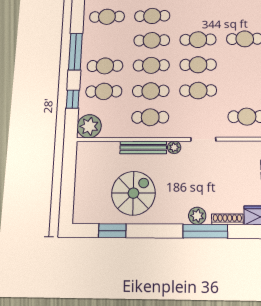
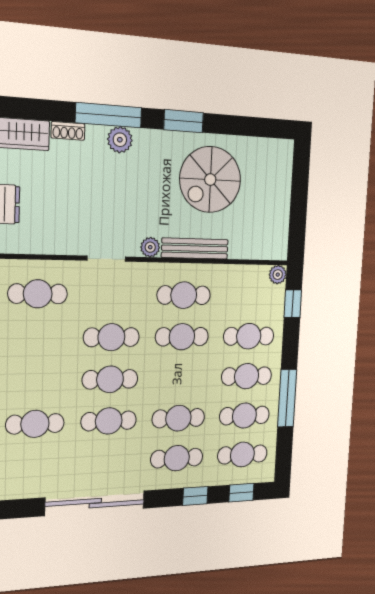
cafe table: (151, 65) -> (244, 416), moved
window: (73, 99) -> (293, 304), moved
plant: (89, 126) -> (278, 275), width x0.53, depth x0.53
shoe rack: (227, 219) -> (68, 131), width x0.70
window: (112, 231) -> (184, 121), moved

